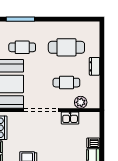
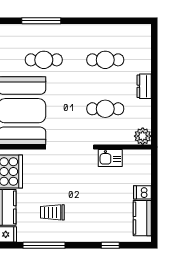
cafe table: (66, 47) -> (105, 60), width x0.73, depth x0.74
plant: (81, 102) -> (143, 136), moved

